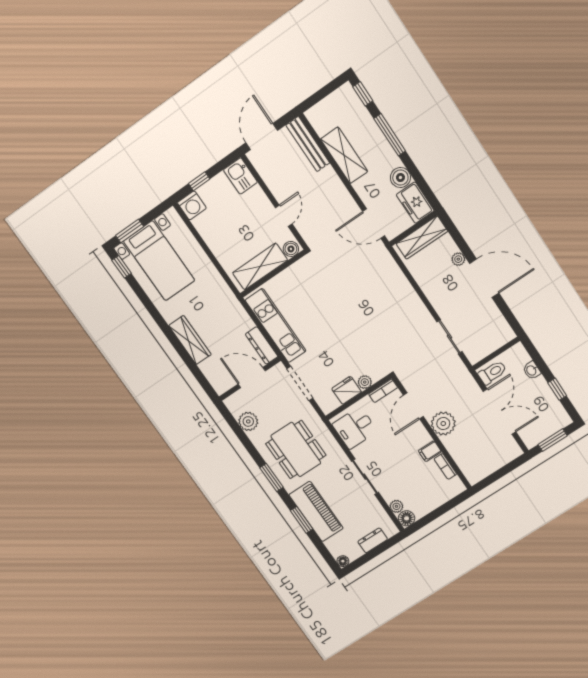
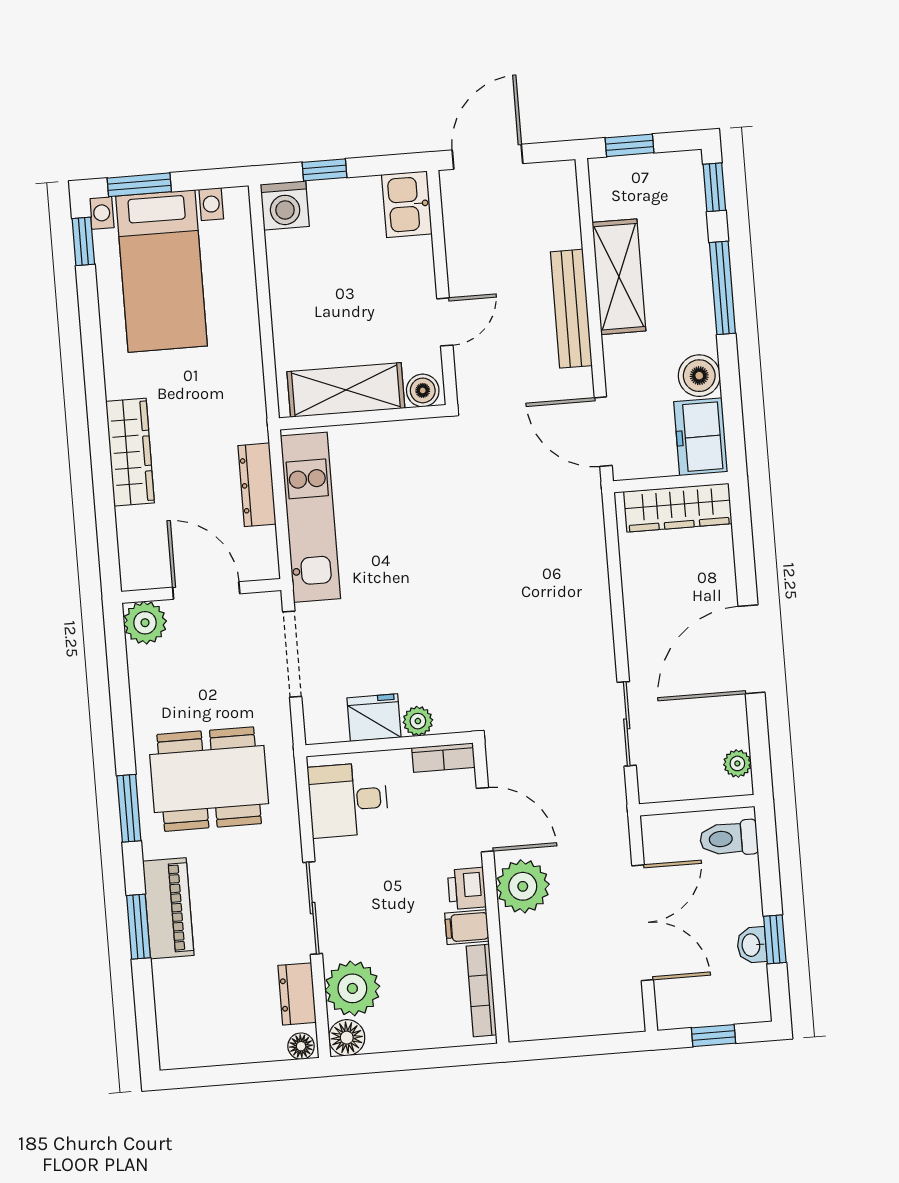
window: (317, 97) -> (629, 145), added
bench: (308, 144) -> (571, 309), moved
plant: (458, 259) -> (737, 763), moved
door: (484, 278) -> (752, 649), swing flipped
dresser: (262, 345) -> (257, 485), moved
washbasin: (532, 370) -> (752, 945), moved
toilet: (492, 373) -> (729, 838), moved, turned 180
door: (413, 406) -> (485, 820), swing flipped
plant: (248, 421) -> (145, 623), moved
printer: (421, 436) -> (467, 888), added
window: (553, 440) -> (713, 1036), width x0.67
dining table: (296, 450) -> (209, 779), turned 90
bookcase: (445, 466) -> (481, 991), width x1.56
plant: (396, 506) -> (352, 988), width x1.87, depth x1.87
piano: (316, 511) -> (168, 908), width x0.73, depth x0.75
dresser: (373, 540) -> (297, 994), moved, turned -90
floor lamp: (343, 561) -> (301, 1046), moved

